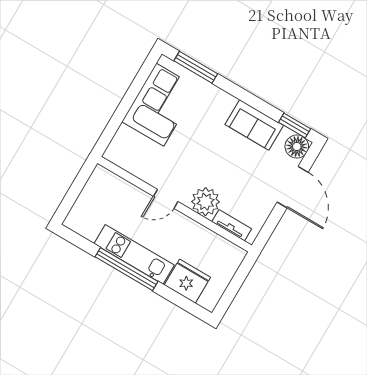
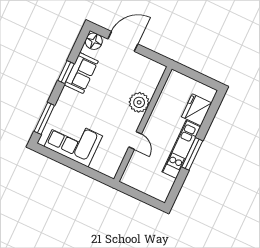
window: (295, 125) -> (66, 72), moved
door: (166, 199) -> (135, 140), moved
tv unit: (232, 225) -> (154, 82), removed
window: (127, 269) -> (192, 154), width x0.68

